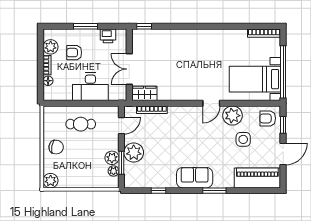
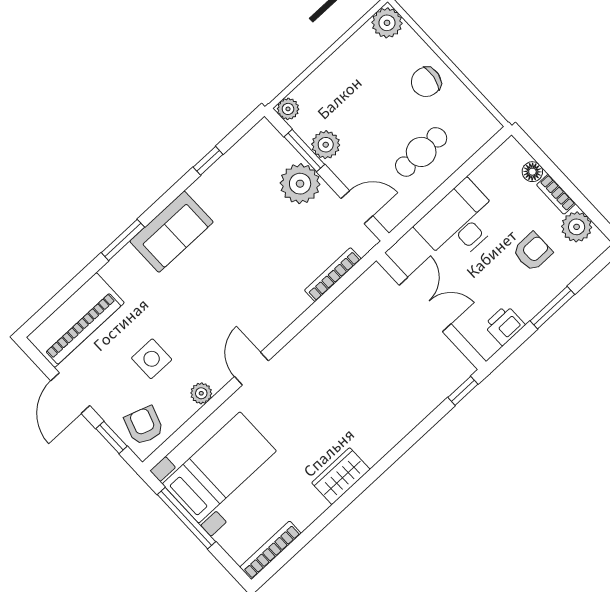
window: (283, 72) -> (186, 518), width x0.68
wardrobe: (144, 93) -> (341, 476), moved, turned 180
plant: (232, 116) -> (201, 393), width x0.53, depth x0.53
armchair: (268, 118) -> (144, 425), turned -71
door: (121, 126) -> (357, 207), swing flipped
plant: (113, 171) -> (288, 109), moved

